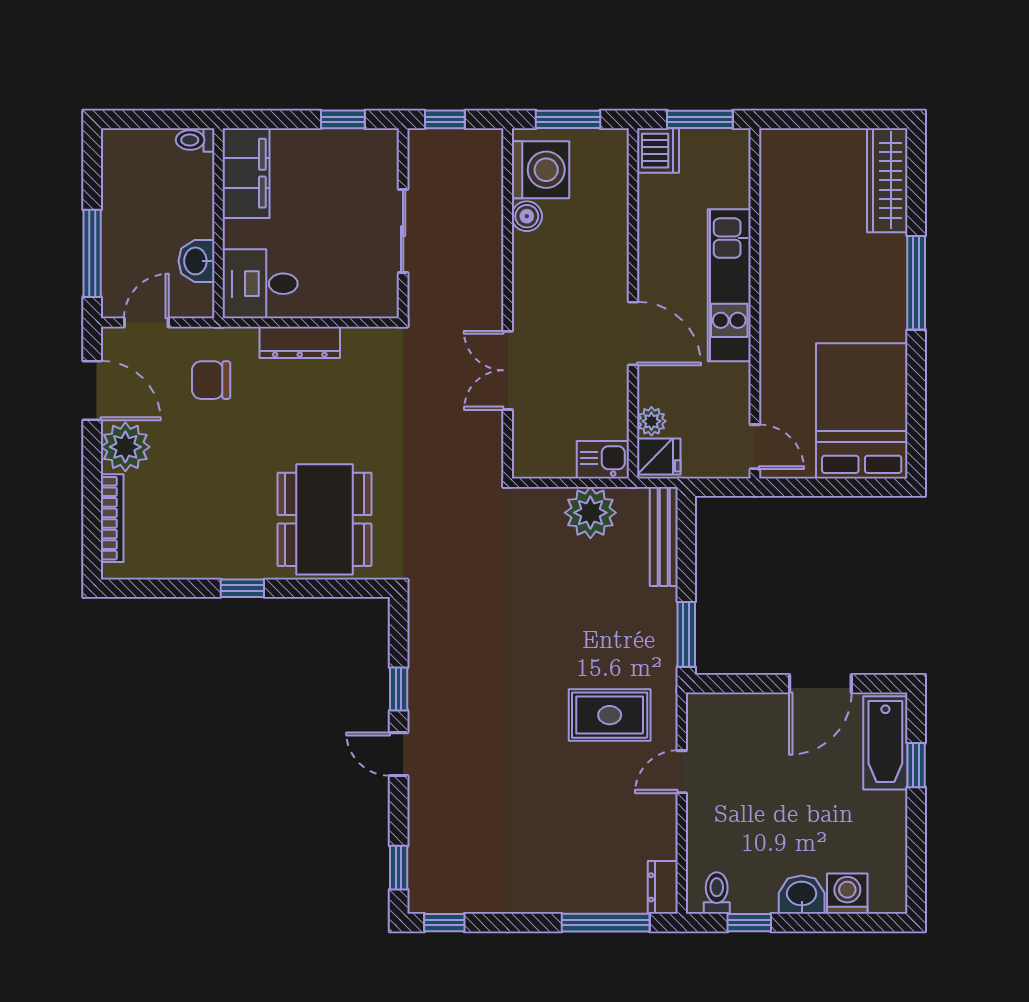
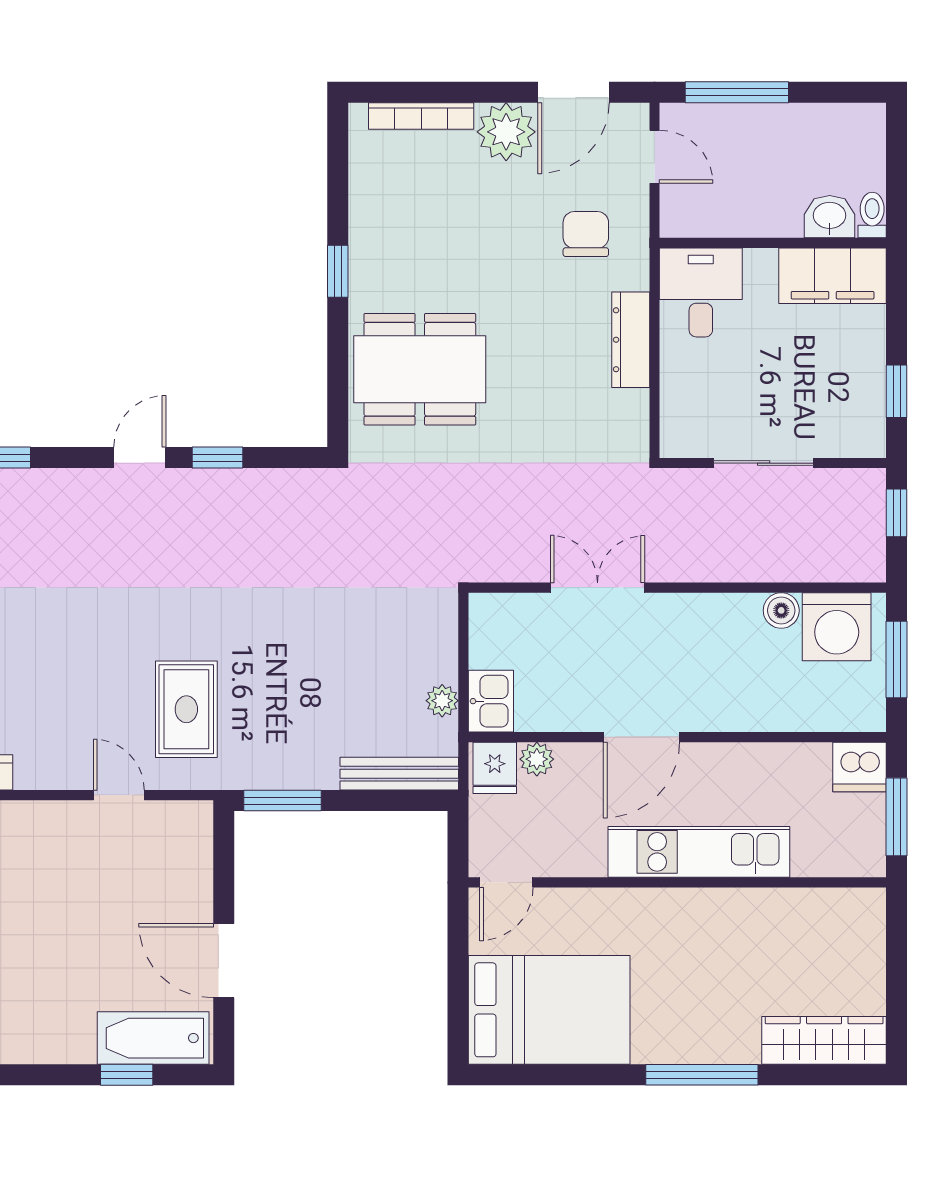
washbasin: (196, 261) -> (830, 217), moved
plant: (590, 513) -> (442, 701), width x0.53, depth x0.53

